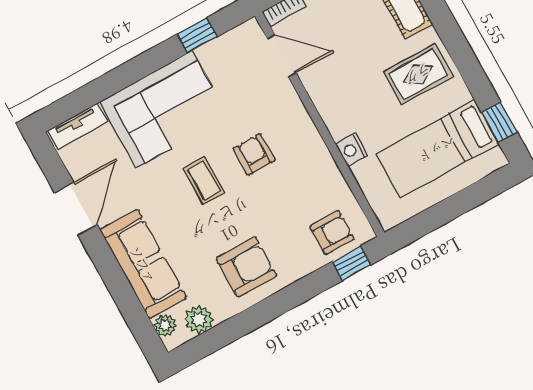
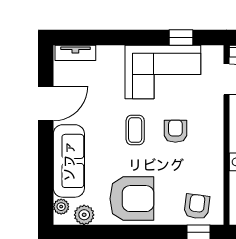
corner sofa: (164, 109) -> (163, 72), moved
armchair: (332, 233) -> (197, 207), turned -83
armchair: (247, 267) -> (132, 199), width x1.36, depth x1.36

